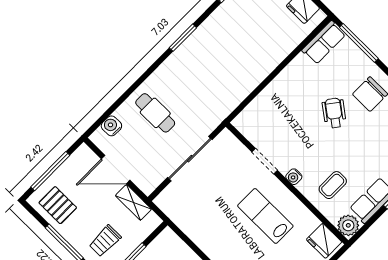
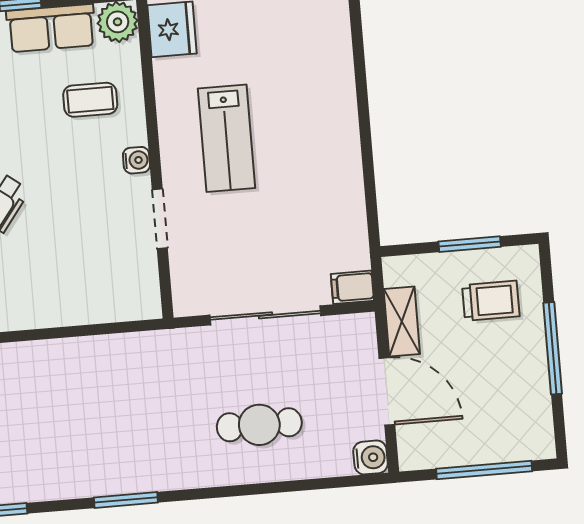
cafe table: (155, 113) -> (259, 425), turned 90
water cooler: (111, 126) -> (371, 457), moved, turned -90
filing cabinet: (165, 199) -> (352, 287), added
pallet: (58, 205) -> (516, 411), removed

